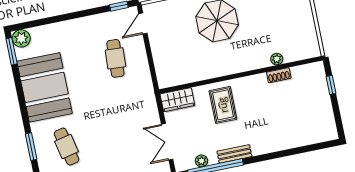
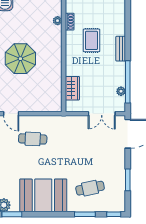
wardrobe: (177, 100) -> (72, 88), moved
rug: (223, 105) -> (91, 40), moved, turned 90
bench: (234, 154) -> (121, 49), moved

